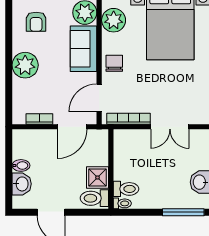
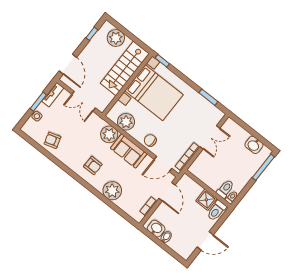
door: (99, 98) -> (163, 164), hinge flipped
washbasin: (22, 184) -> (156, 229), moved

